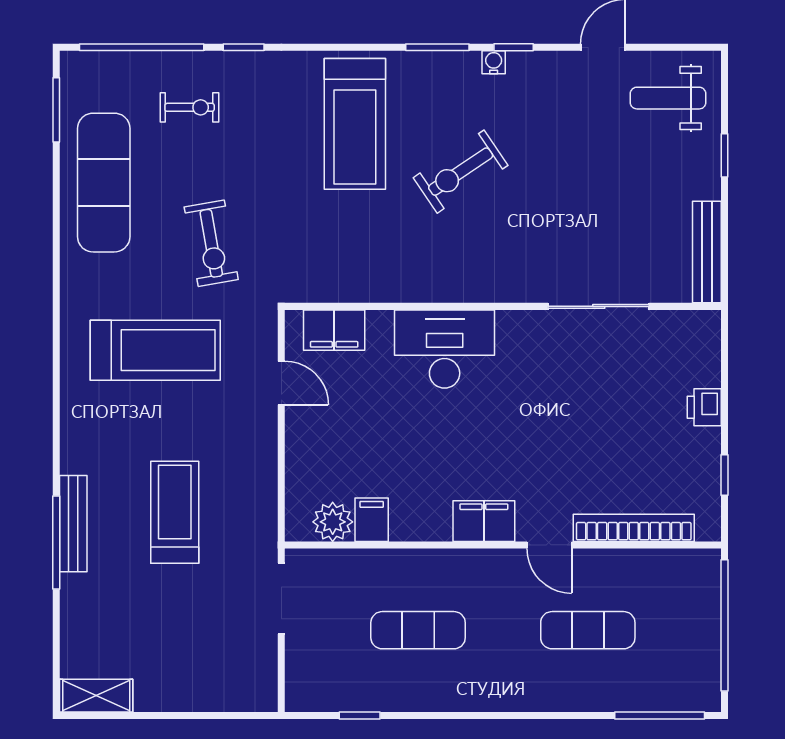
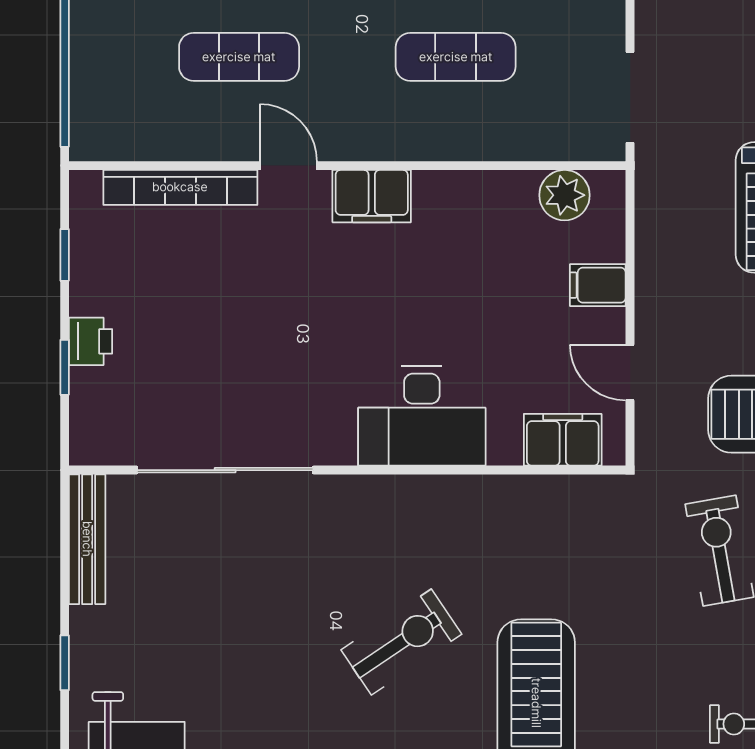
sliding door: (599, 306) -> (225, 470), width x1.36
window: (725, 387) -> (65, 367), added
filing cabinet: (372, 520) -> (598, 285), moved, turned 90

